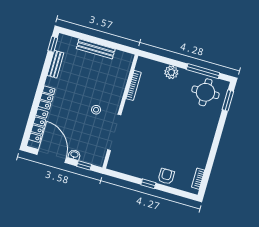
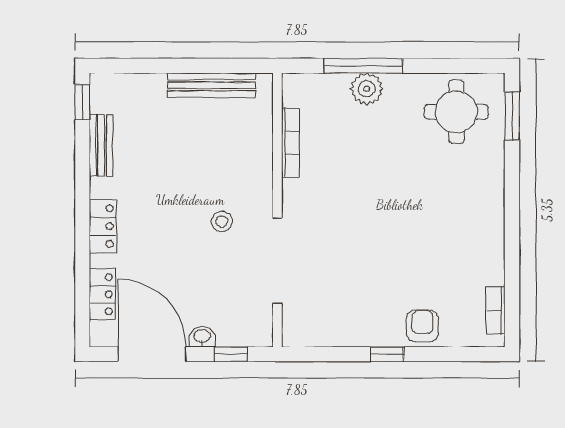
bench: (96, 49) -> (211, 85), moved
window: (203, 71) -> (363, 66), moved
locker: (38, 126) -> (102, 294), width x0.66

